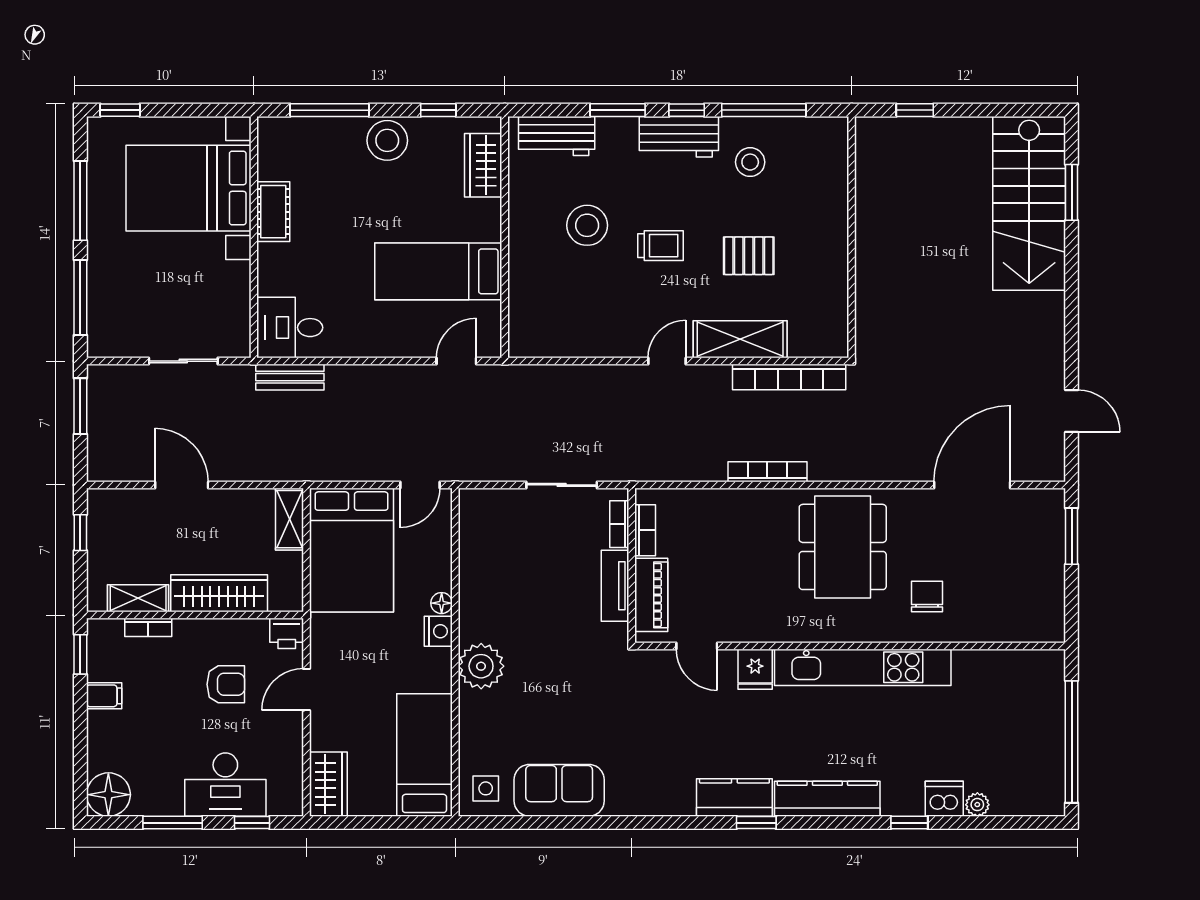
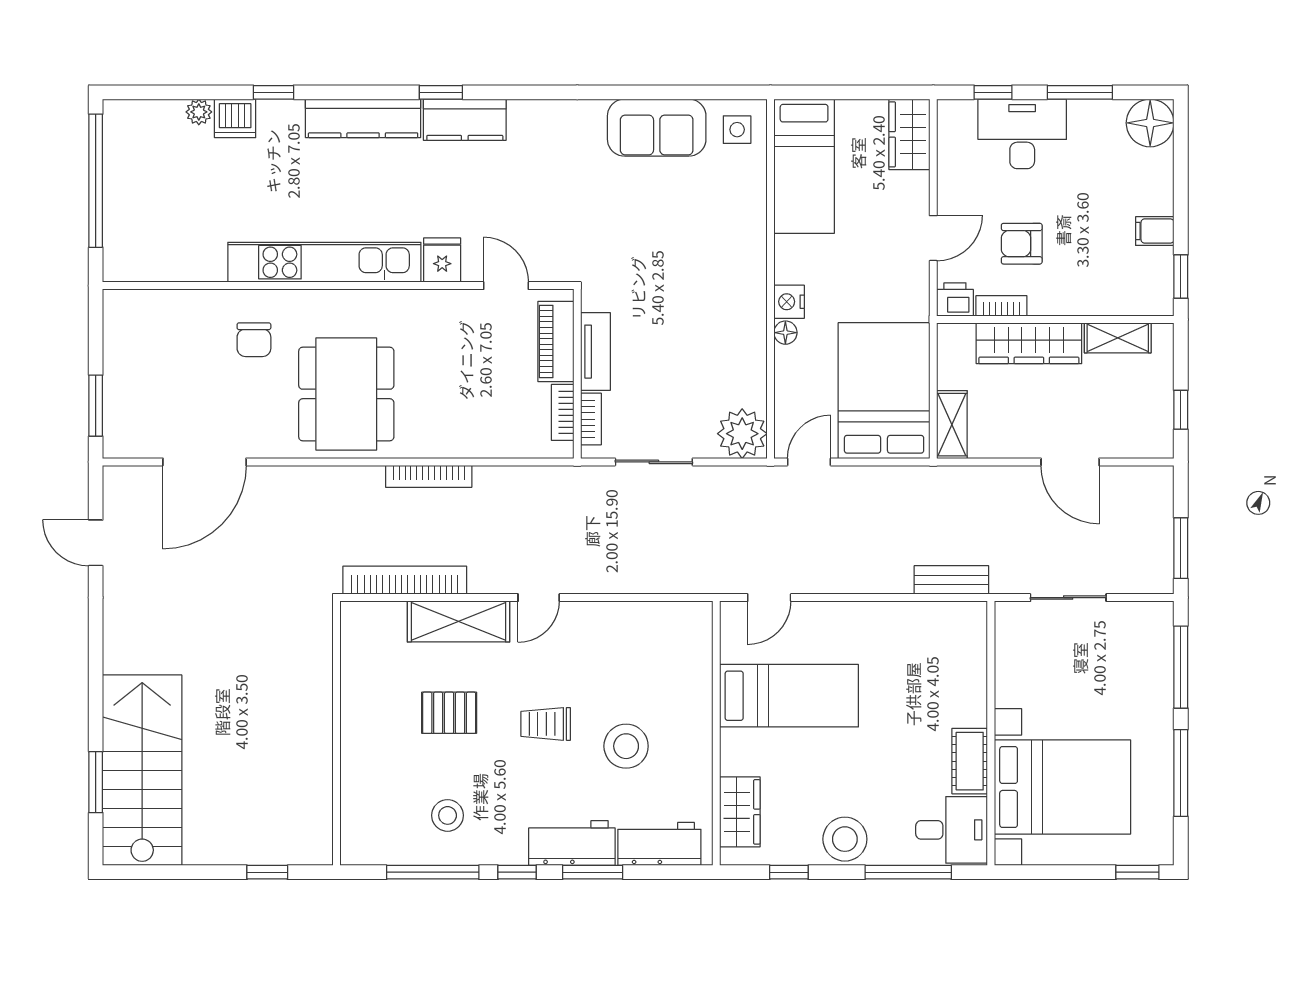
workbench: (679, 137) -> (572, 843), moved
desk: (290, 328) -> (952, 830), moved
bookcase: (148, 627) -> (1001, 306), moved
plant: (481, 666) -> (742, 434), moved

